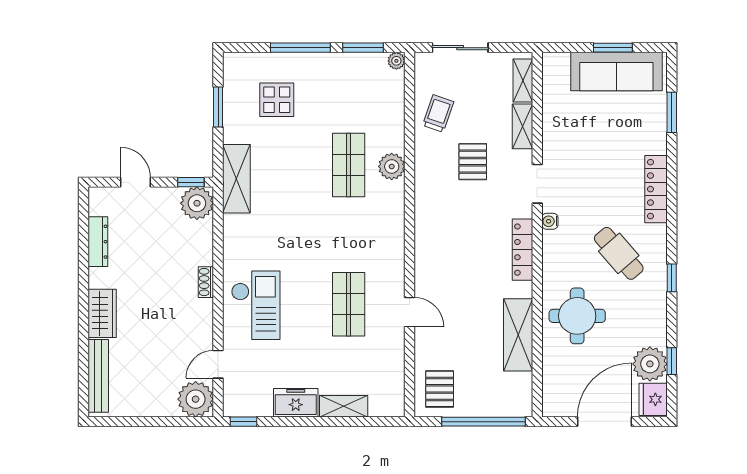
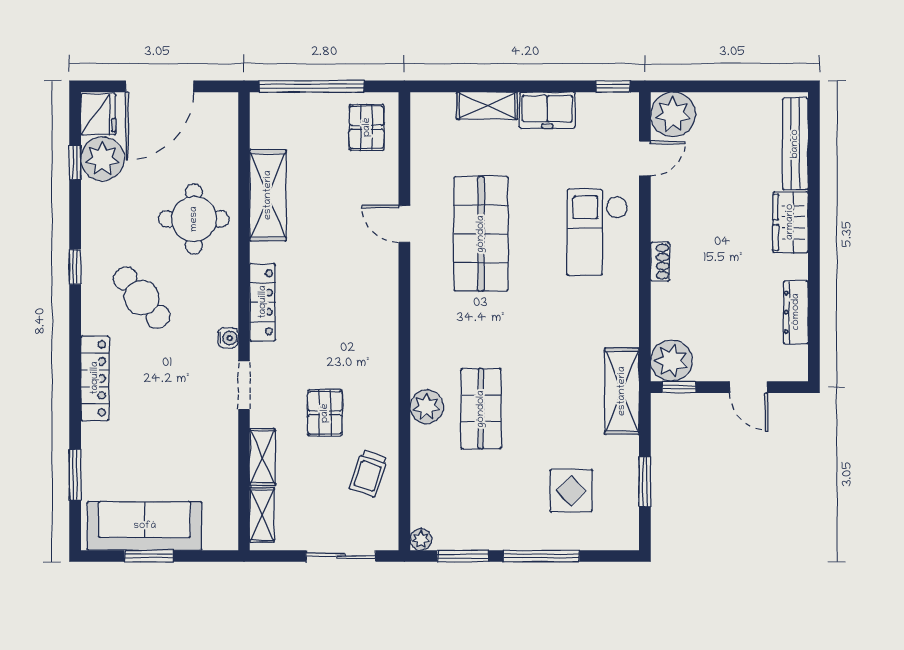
shop shelf: (349, 304) -> (481, 234), width x1.43, depth x1.36

